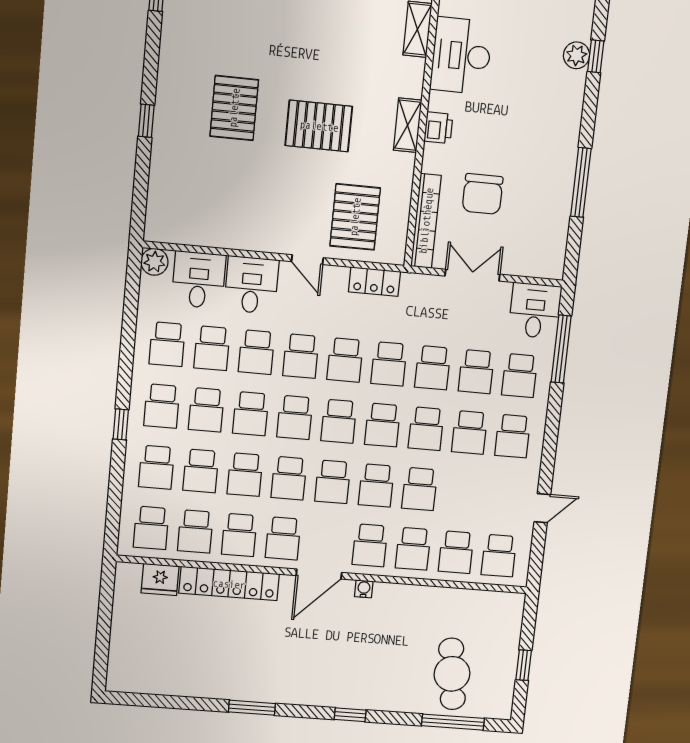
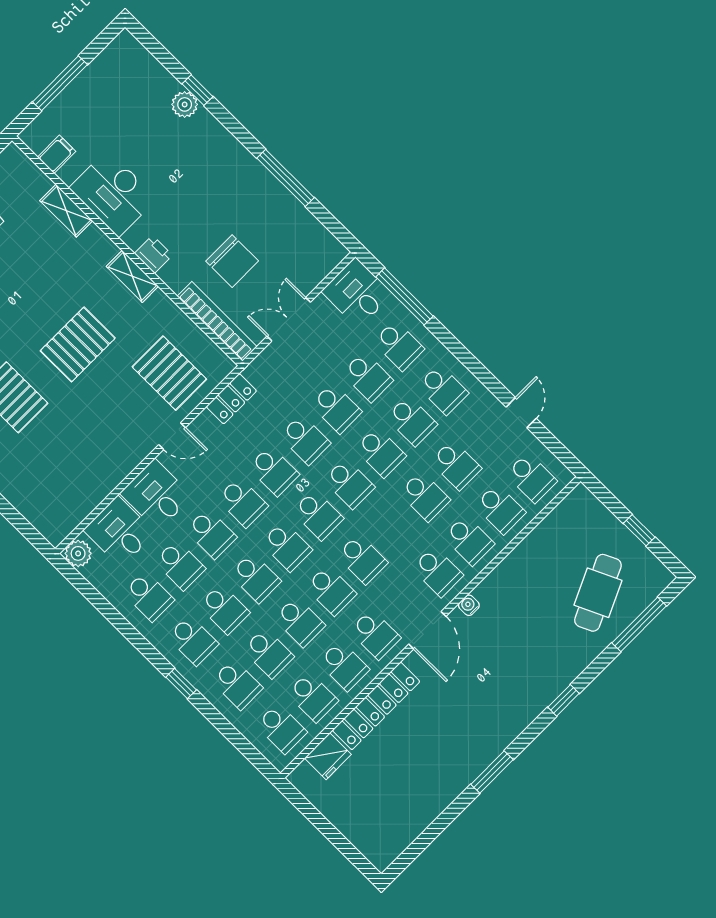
school desk: (376, 485) -> (456, 465), moved
cafe table: (452, 674) -> (598, 593), turned 73

